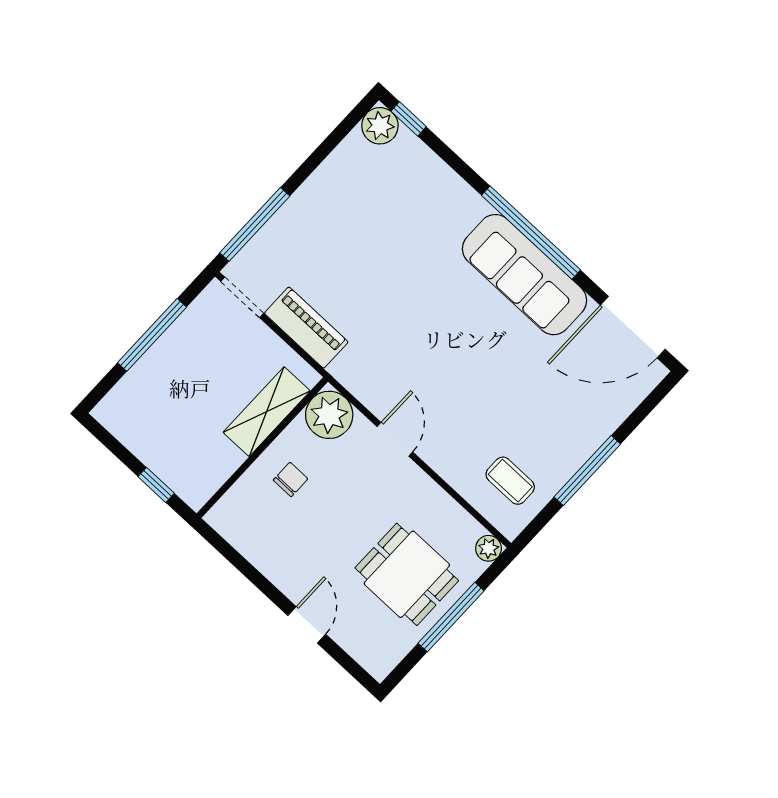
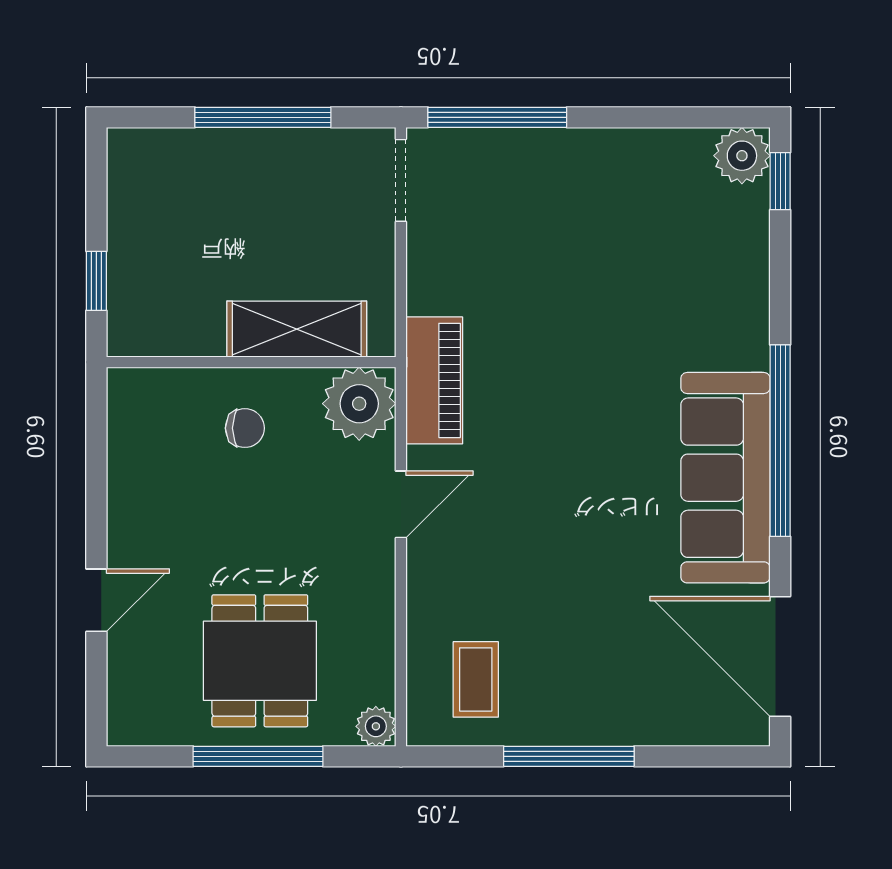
piano: (306, 328) -> (434, 380), moved

